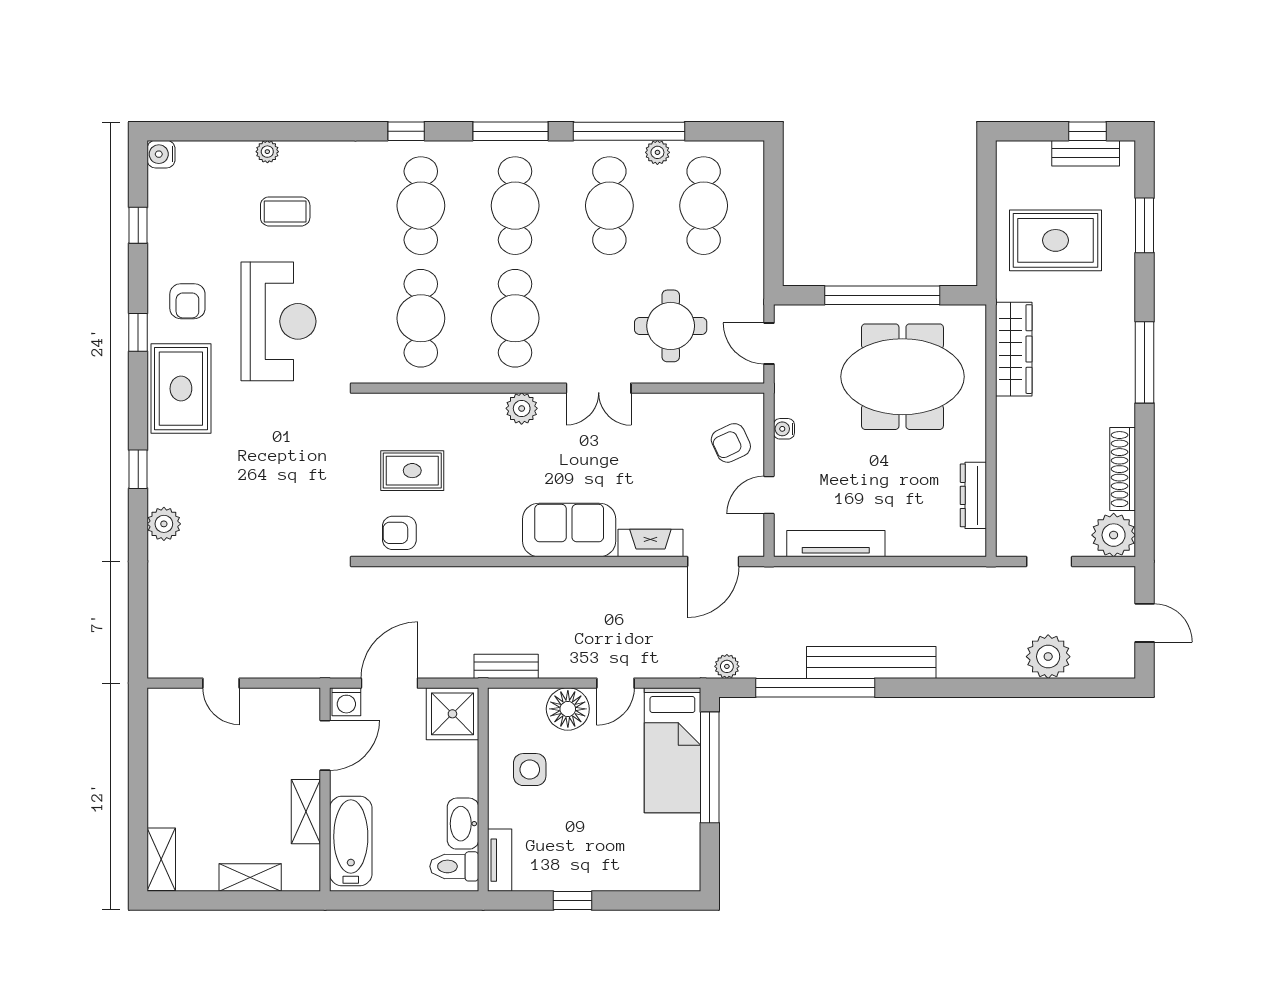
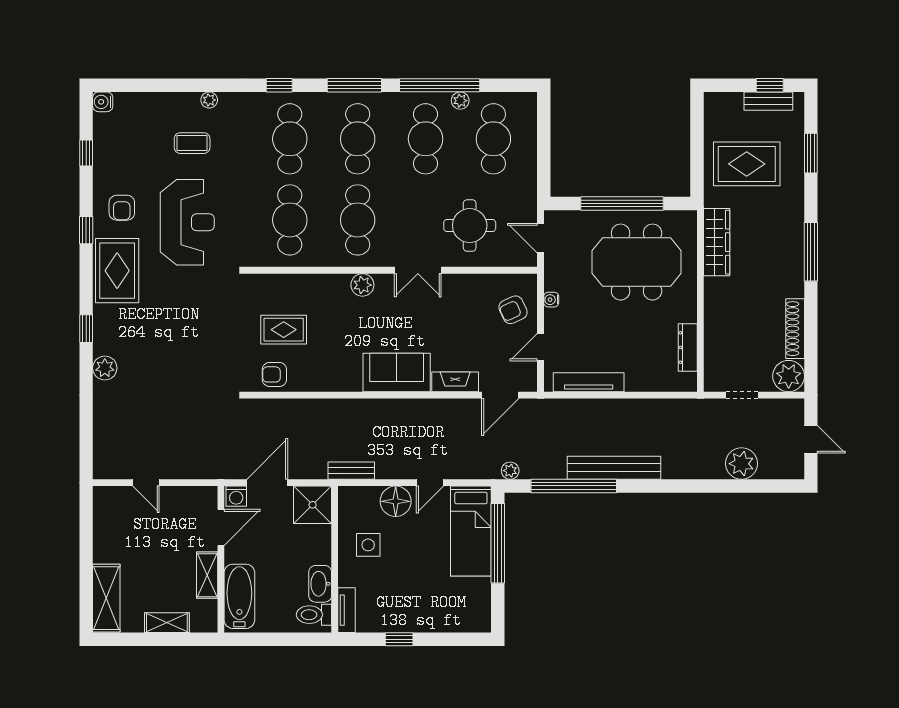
plant: (267, 152) -> (209, 100), moved
shelving: (161, 859) -> (106, 598), width x1.50, depth x1.33

